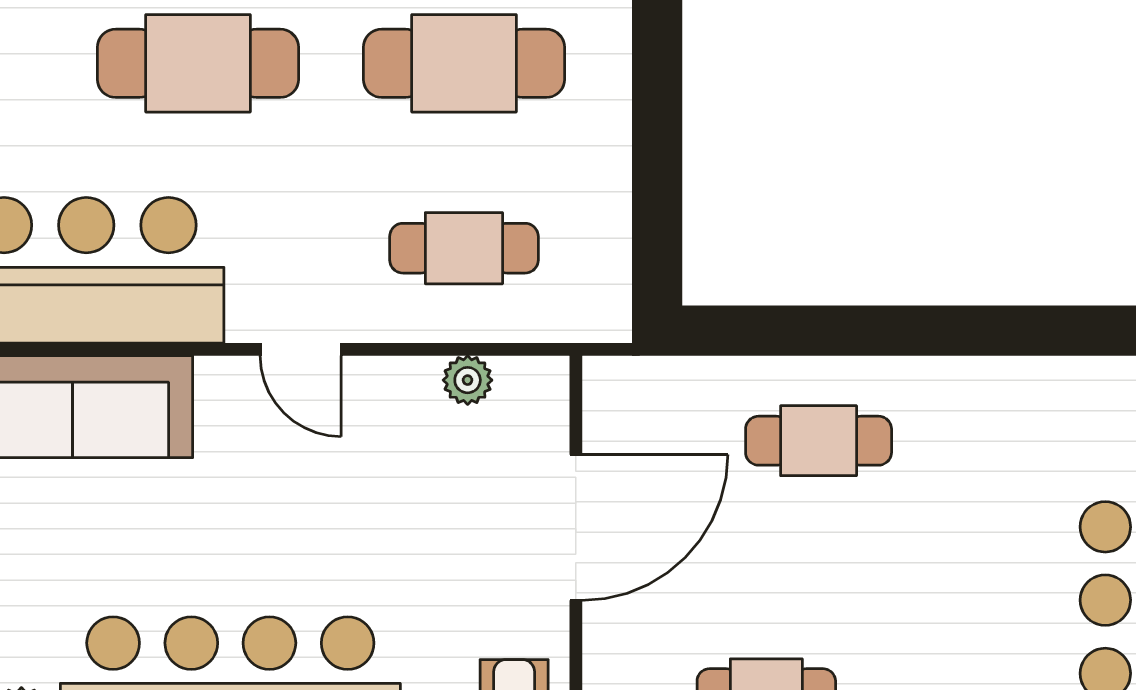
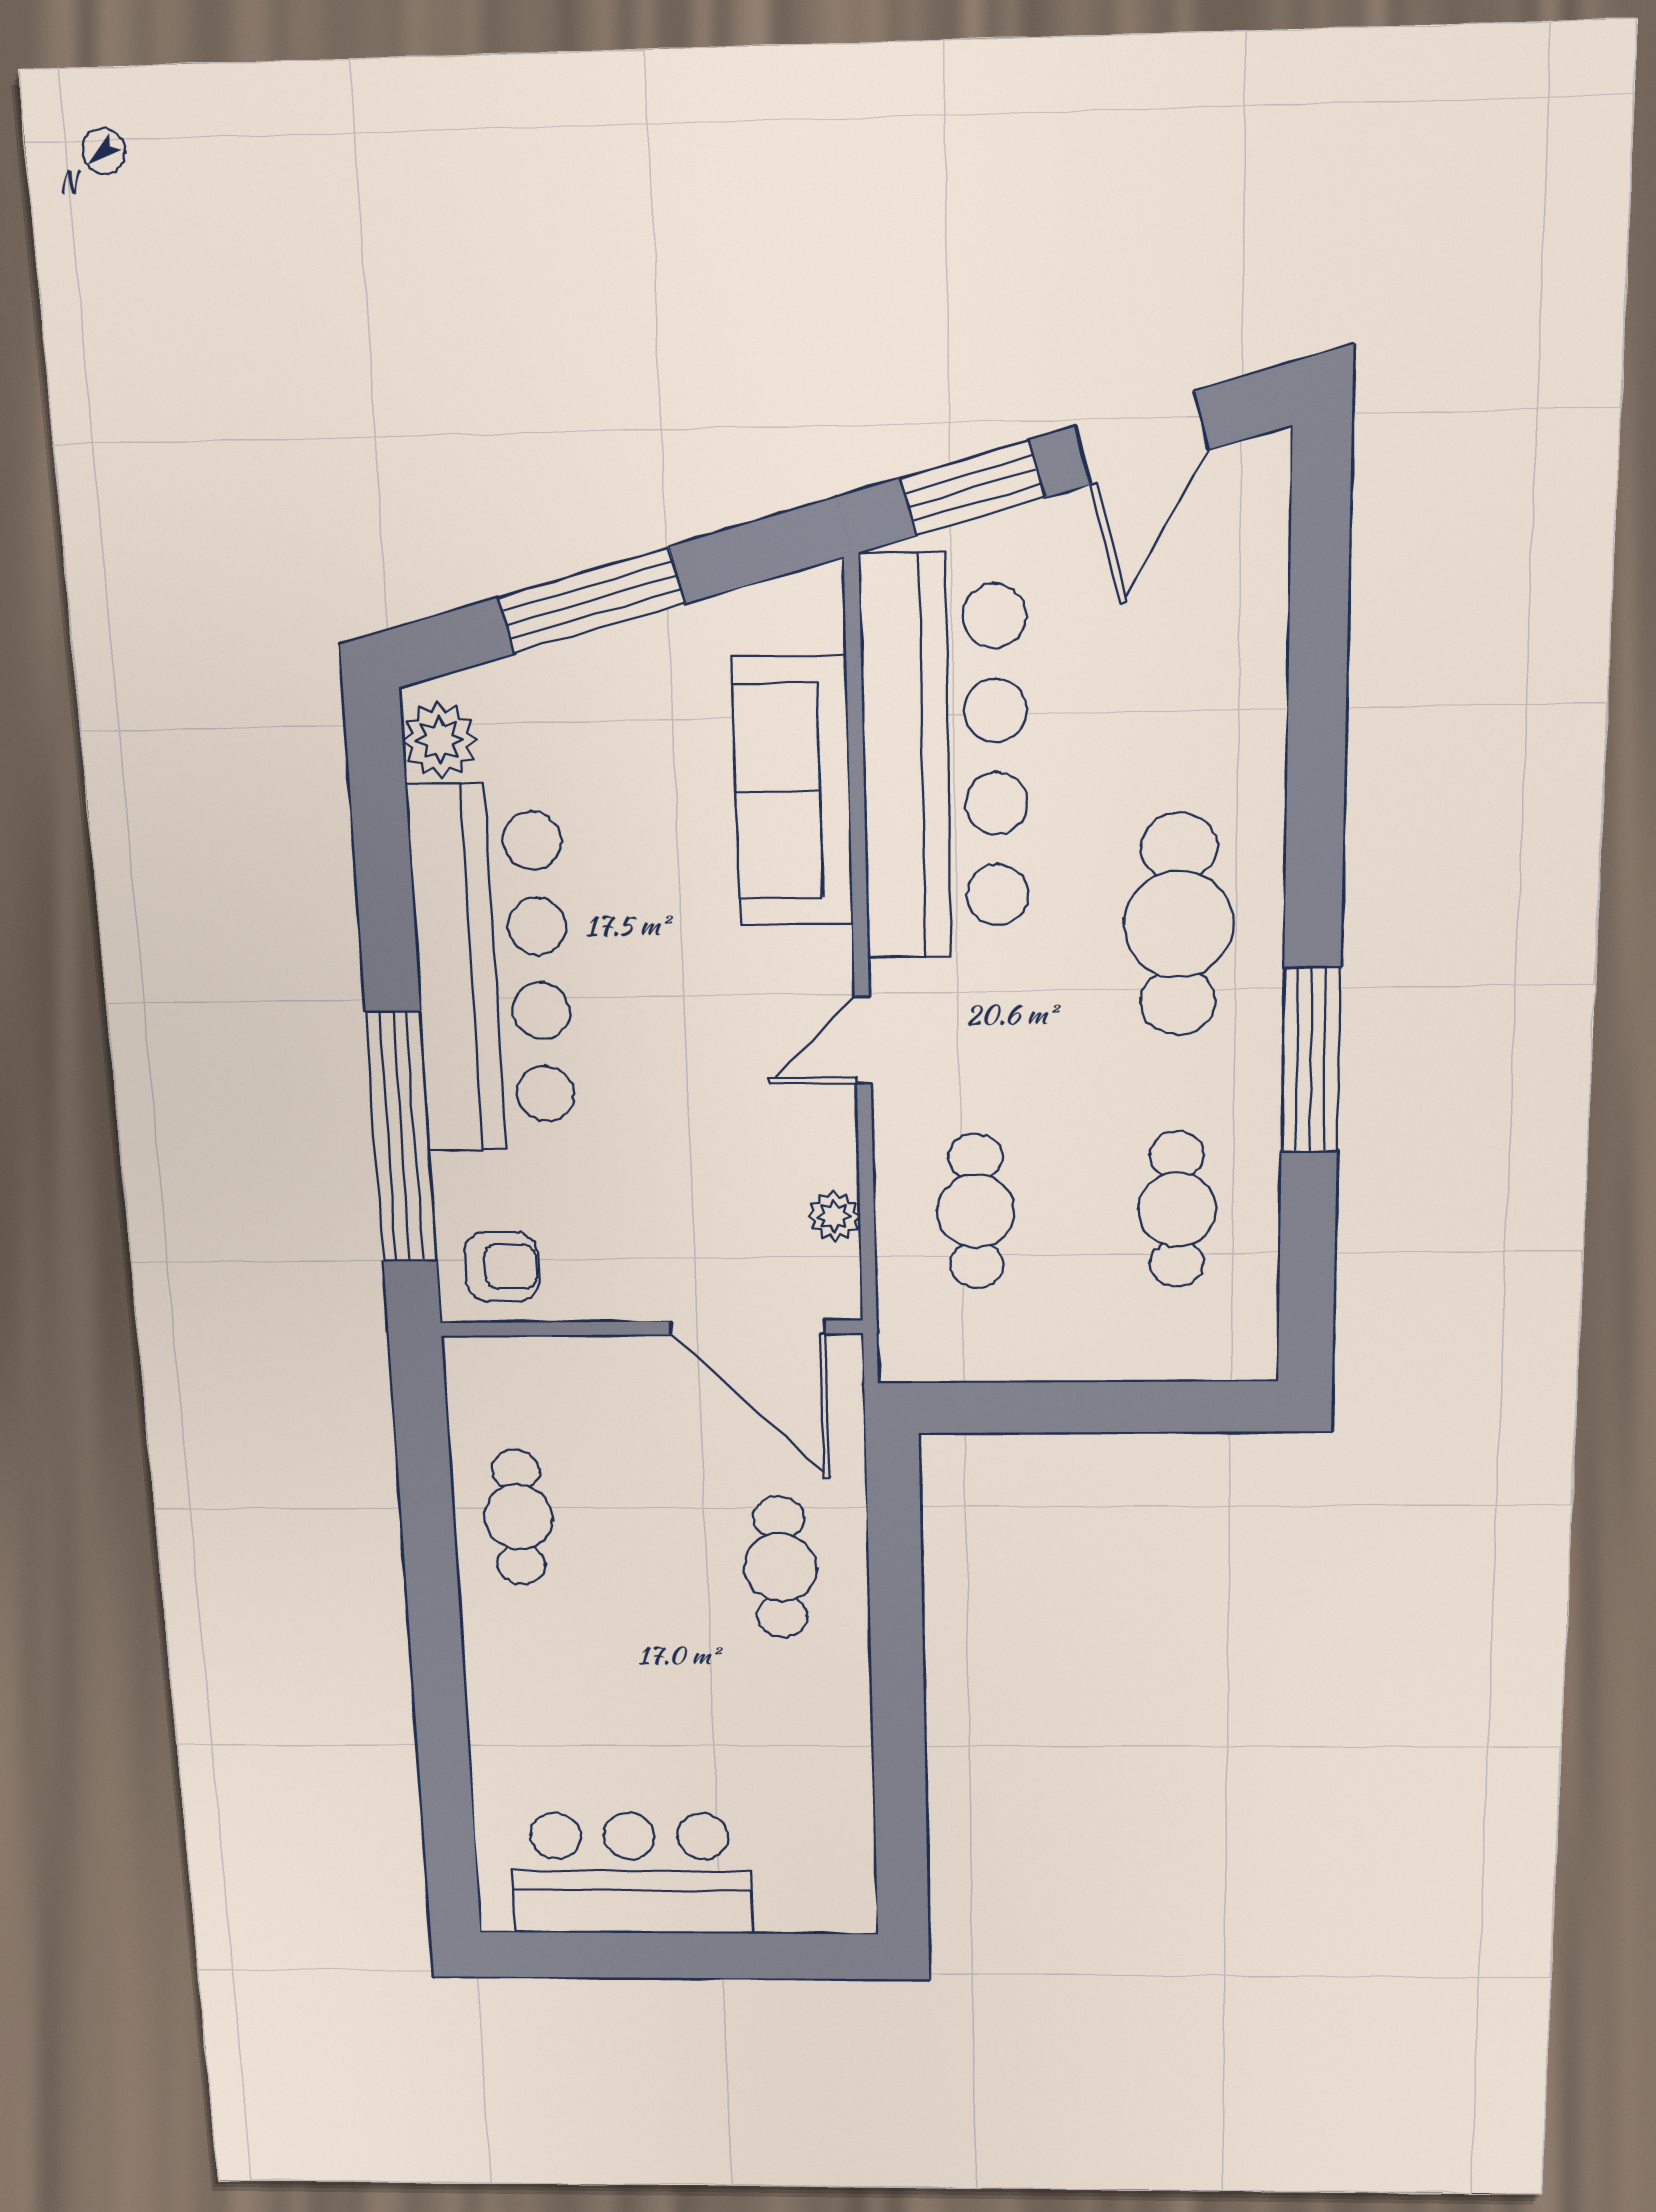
cafe table: (464, 63) -> (1177, 1209), width x0.73, depth x0.74
door: (576, 528) -> (748, 1327), moved

